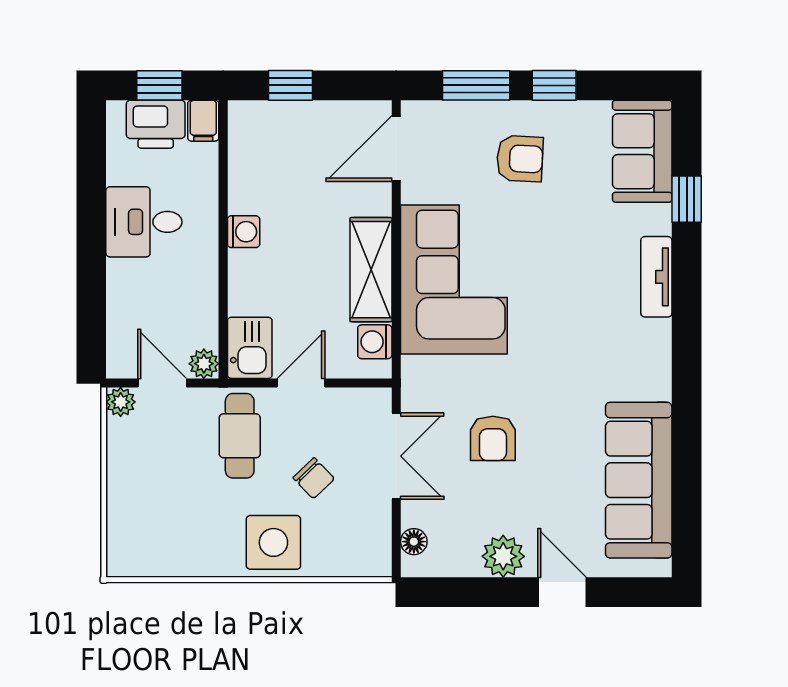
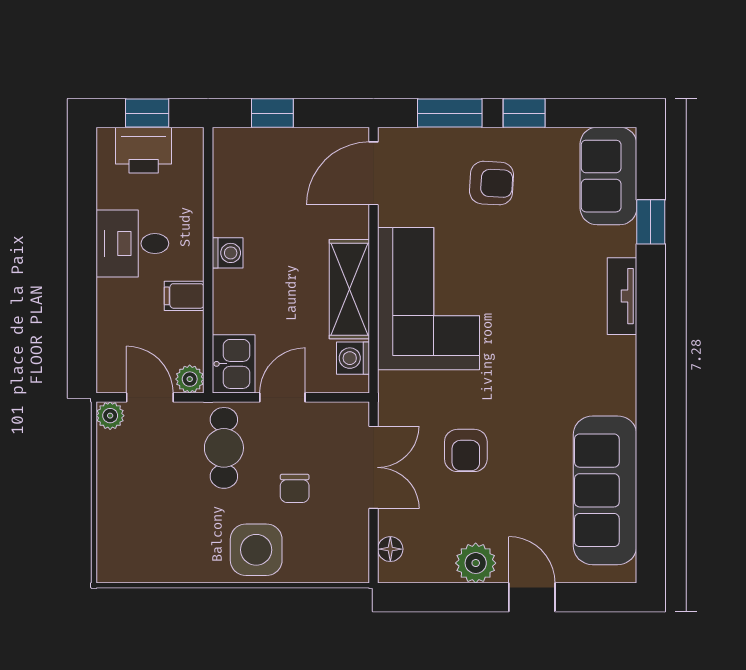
filing cabinet: (203, 121) -> (184, 296), moved, turned 90
chair: (314, 478) -> (295, 488), turned 44

